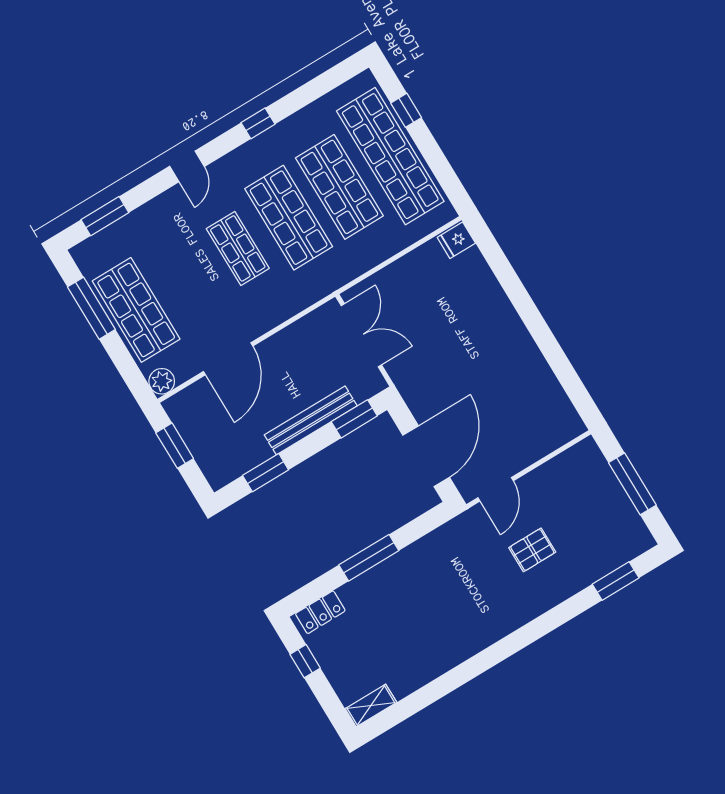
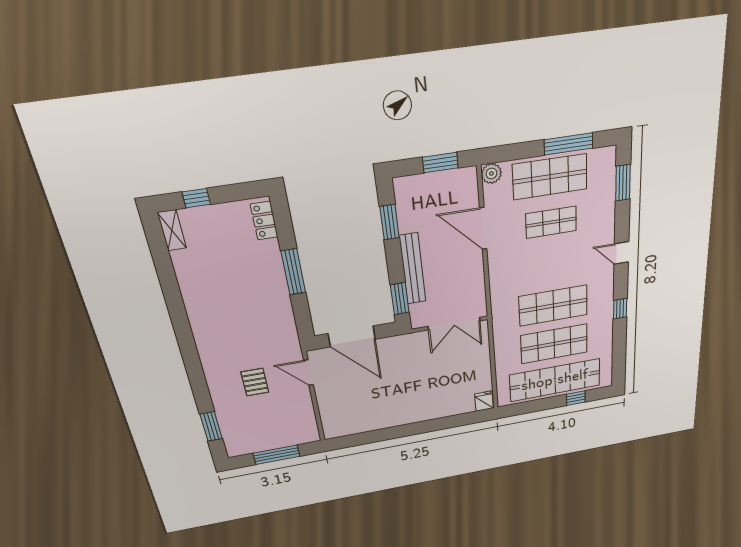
shop shelf: (238, 248) -> (551, 222), moved
window: (305, 661) -> (196, 198), moved

